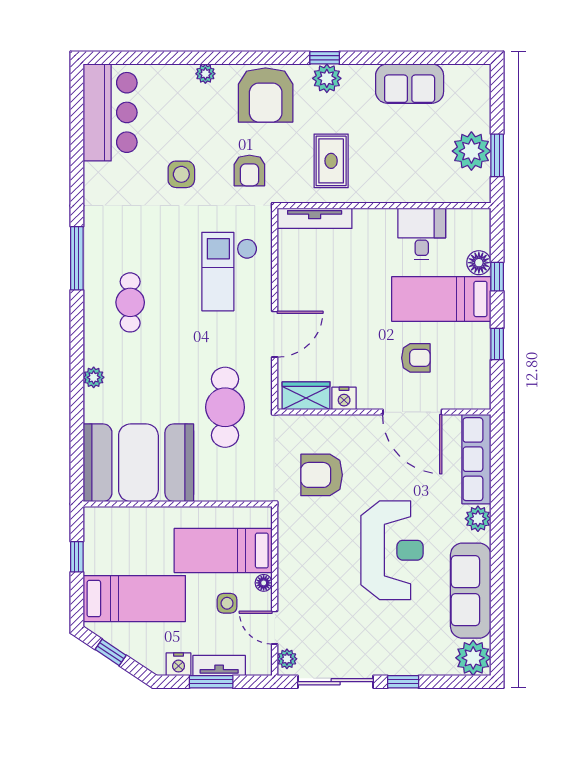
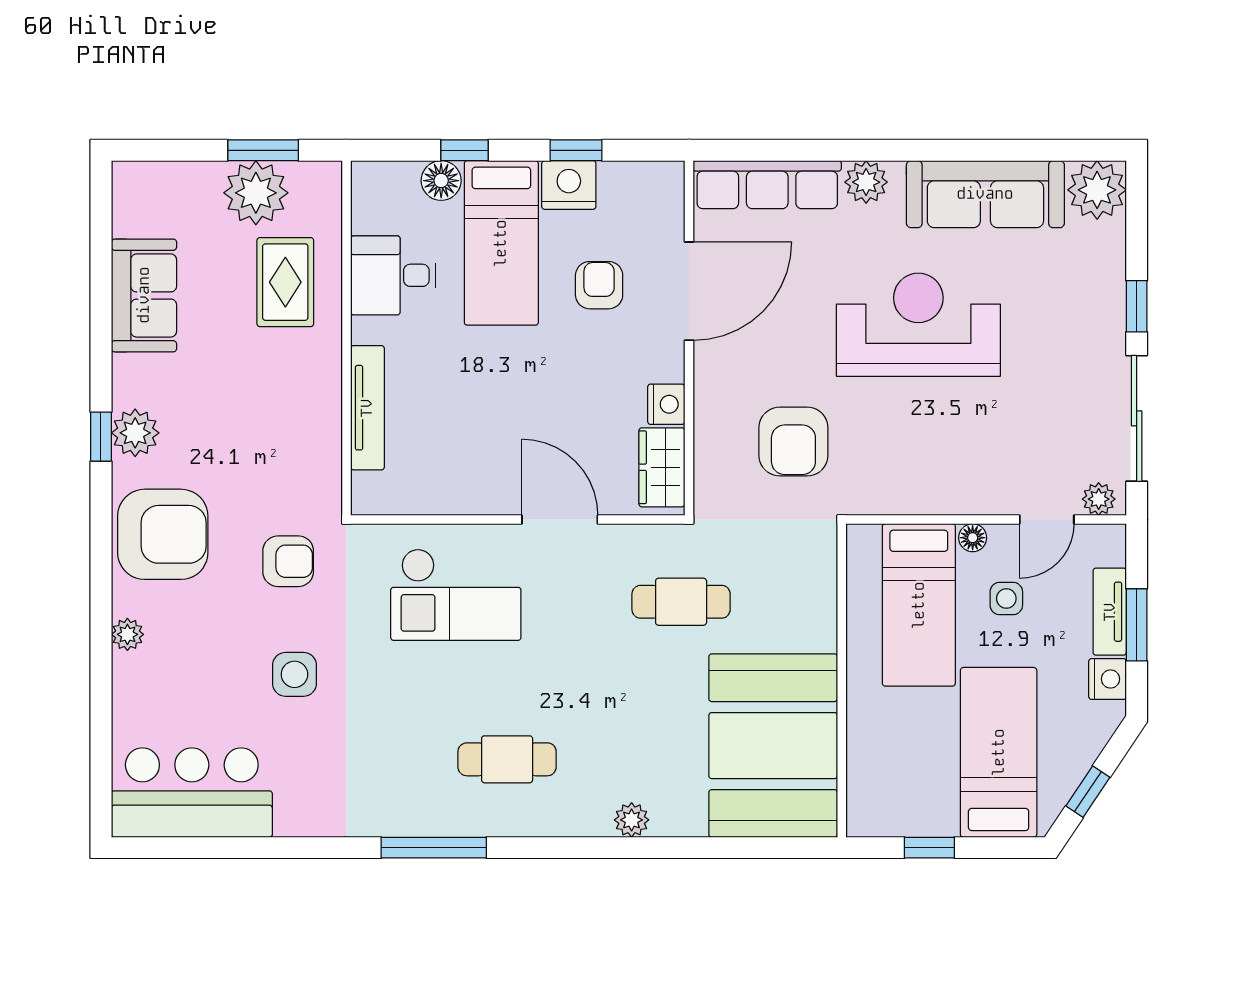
rug: (331, 161) -> (285, 282), moved, turned 90
tv unit: (315, 218) -> (367, 408), moved
nightstand: (476, 340) -> (569, 185), added
cafe table: (225, 407) -> (681, 602), width x0.73, depth x0.74

